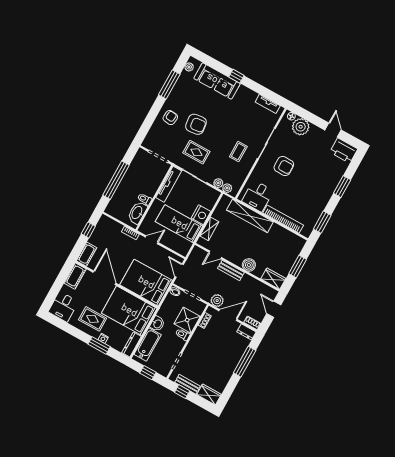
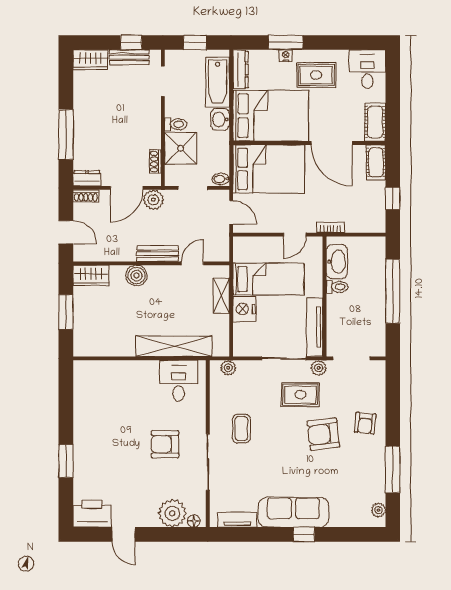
sofa: (217, 81) -> (293, 512), moved
plant: (218, 183) -> (319, 368), moved
bookcase: (283, 219) -> (124, 368), removed
window: (322, 222) -> (66, 395), removed

